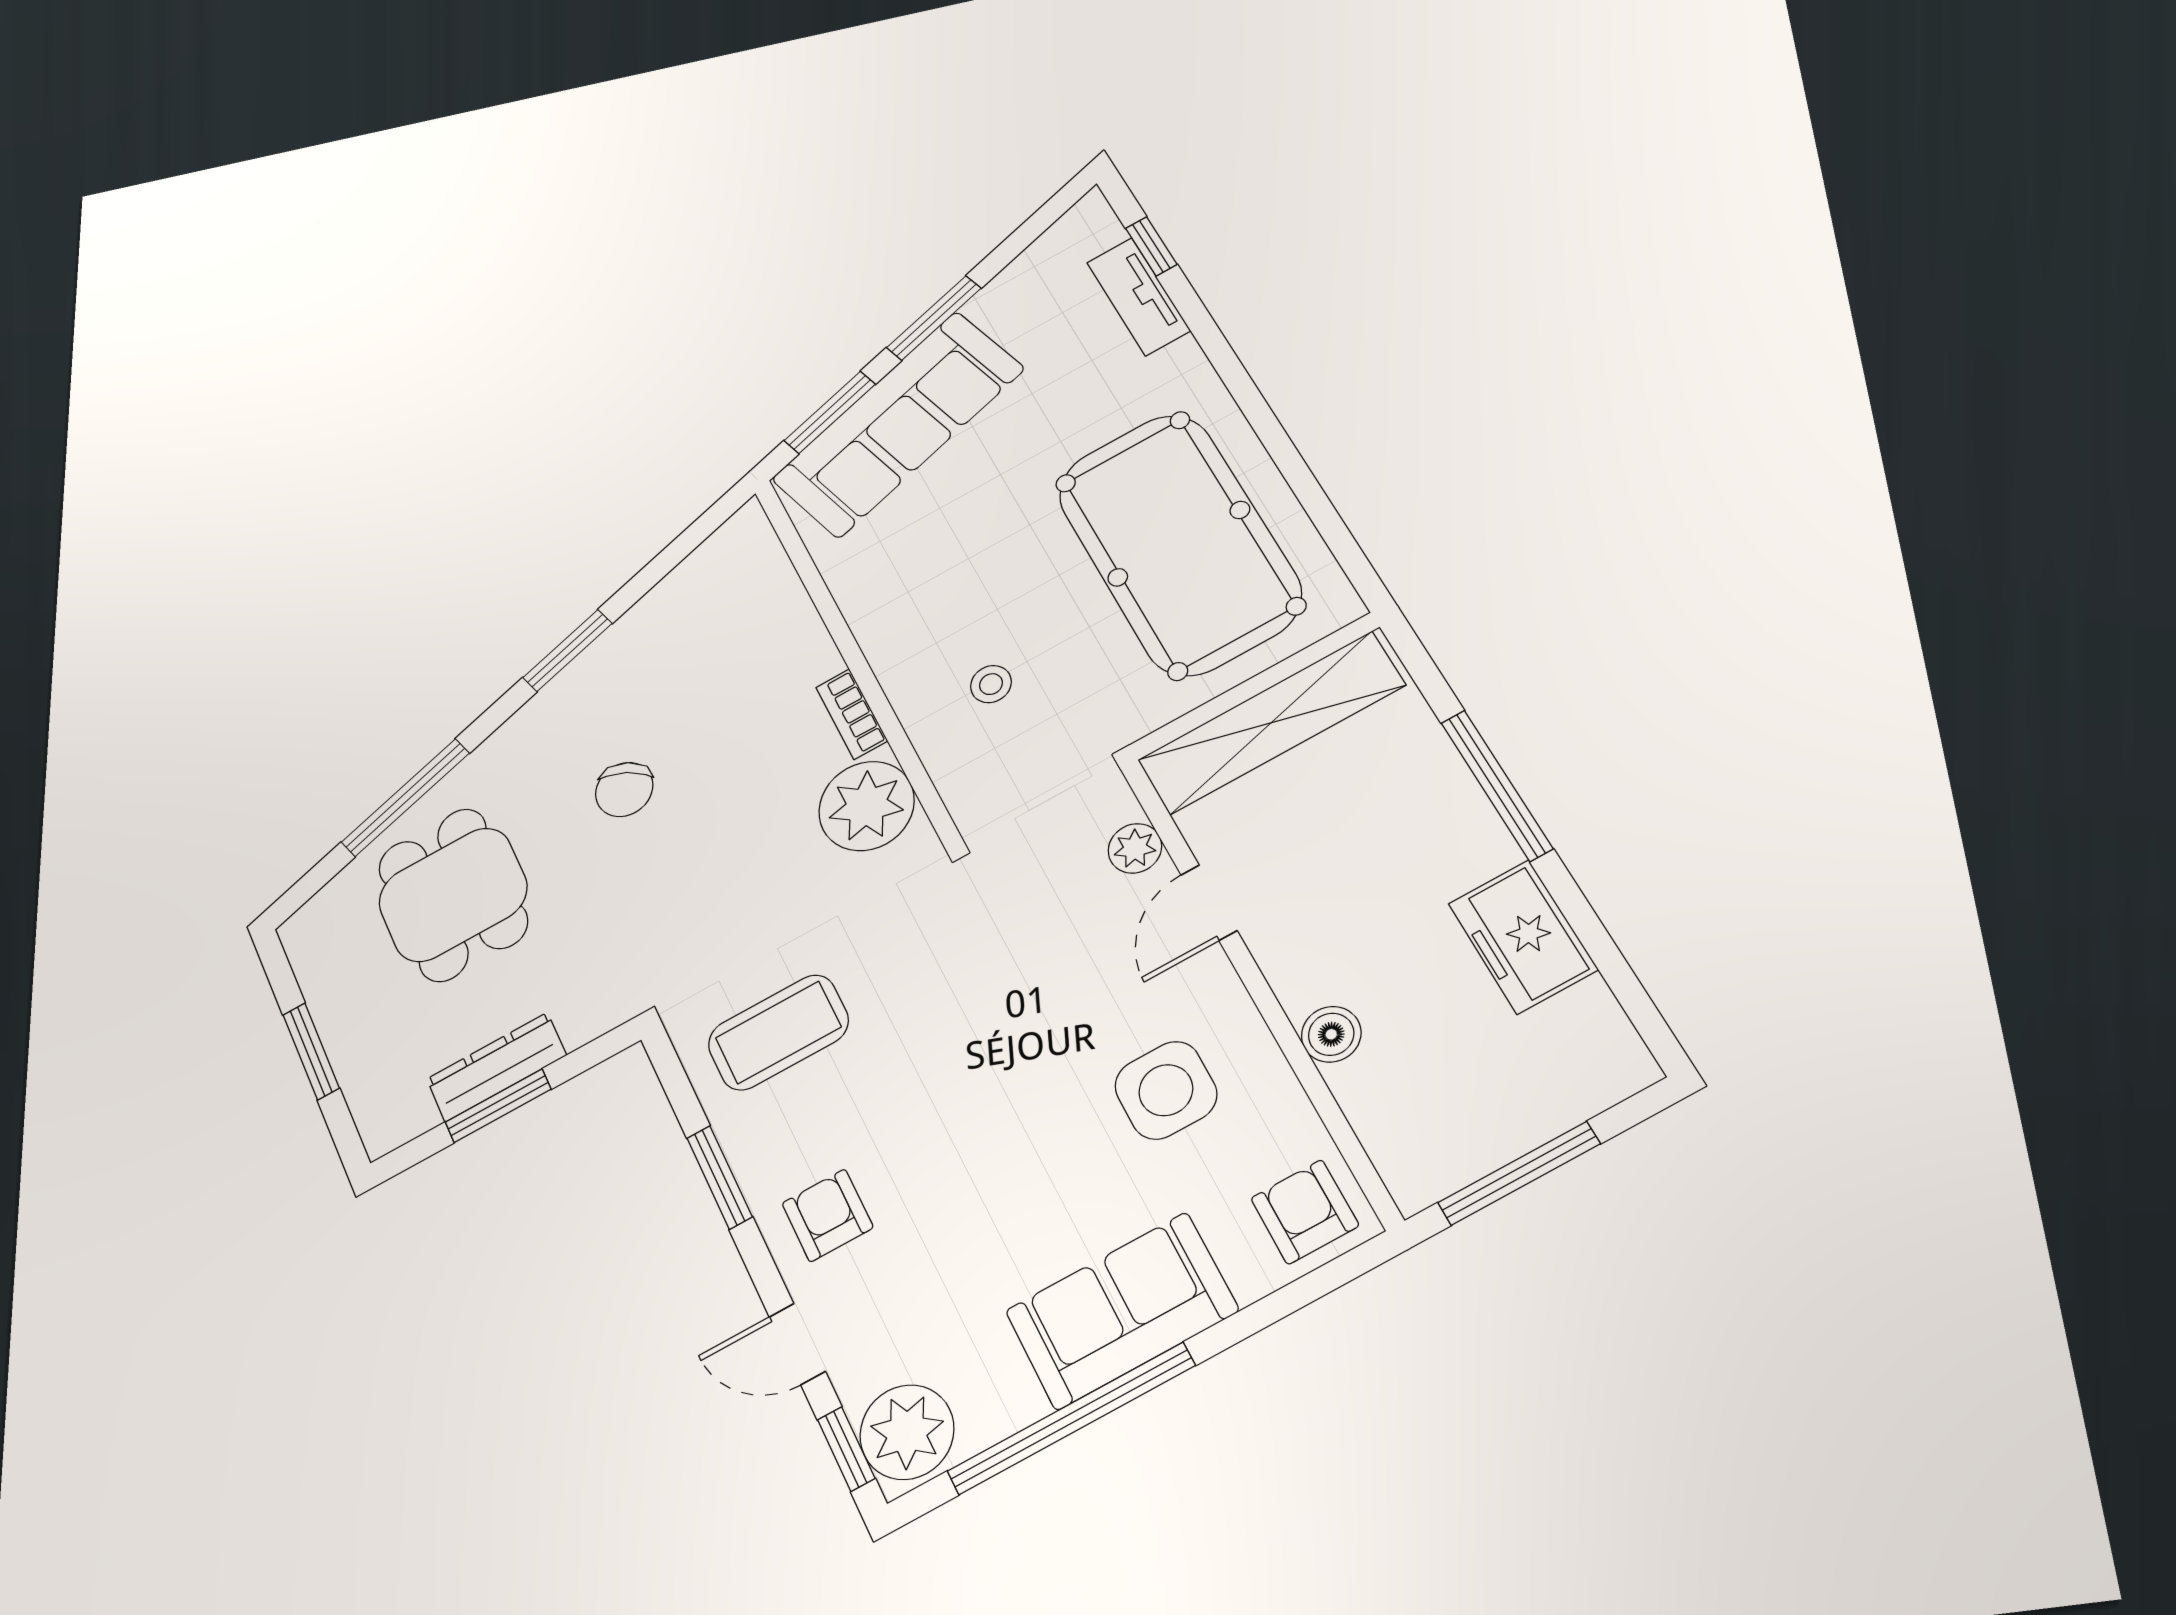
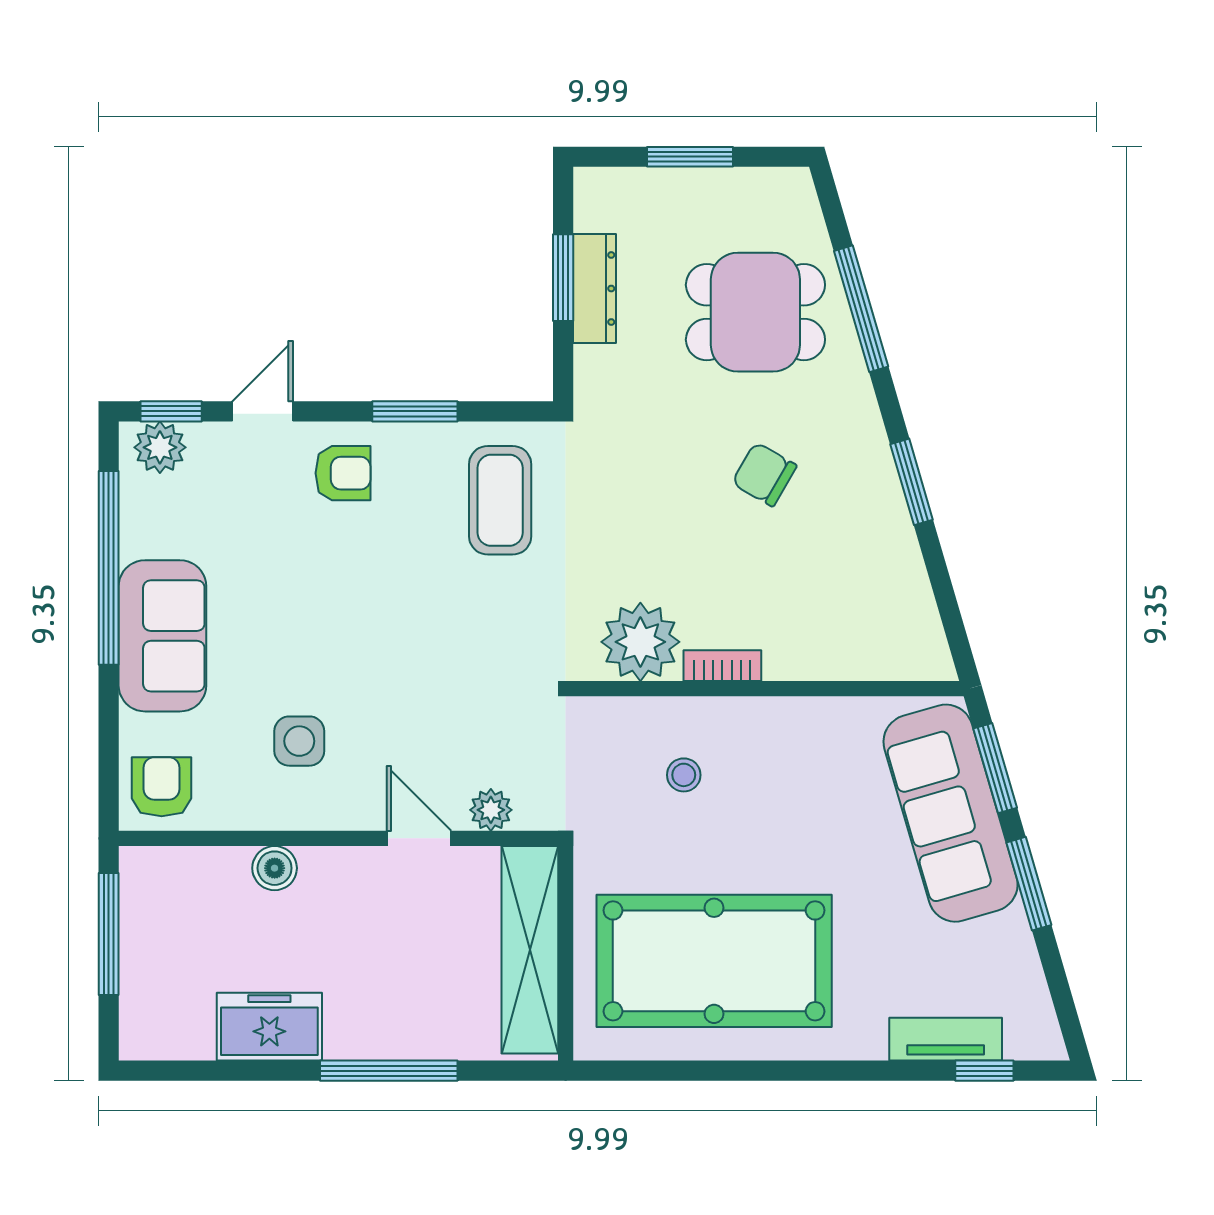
side table: (1166, 1090) -> (299, 741), width x0.73, depth x0.73
armchair: (1305, 1212) -> (162, 787), turned -90
plant: (907, 1432) -> (160, 447), width x0.73, depth x0.73

